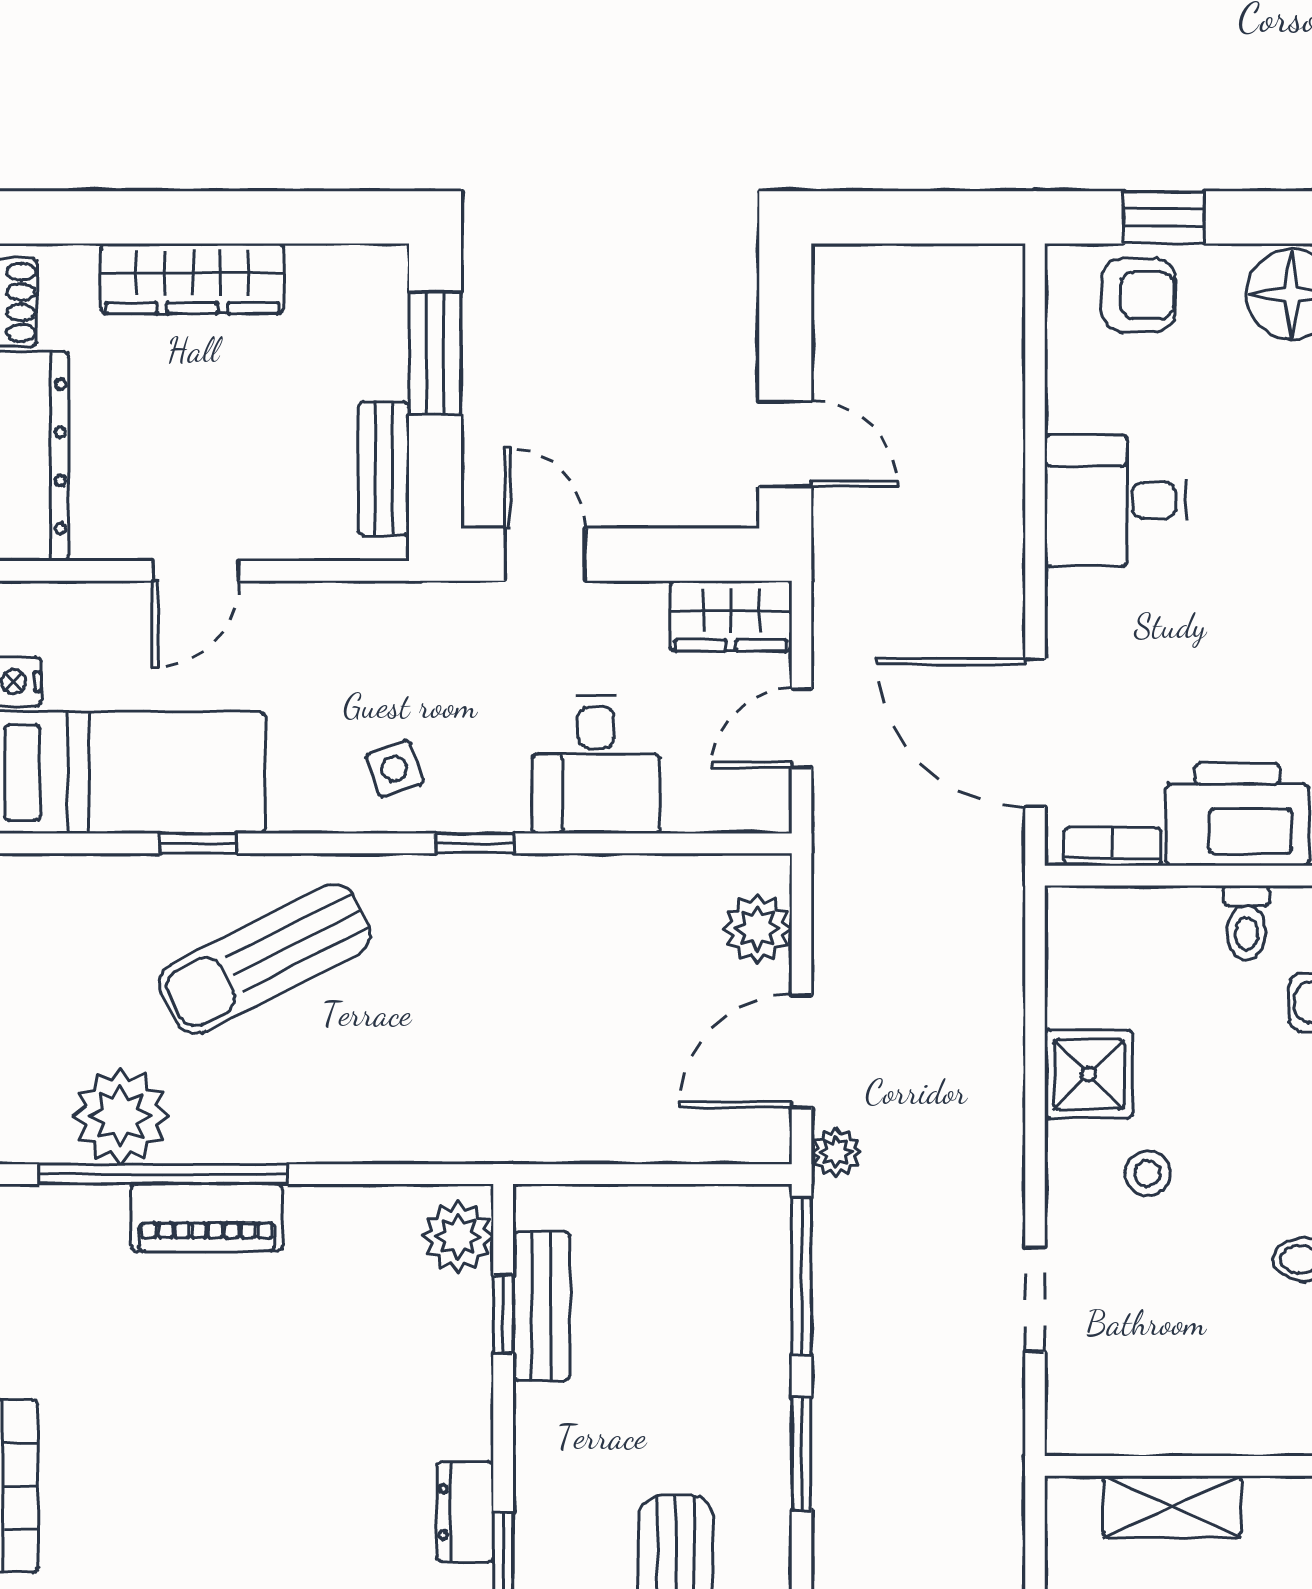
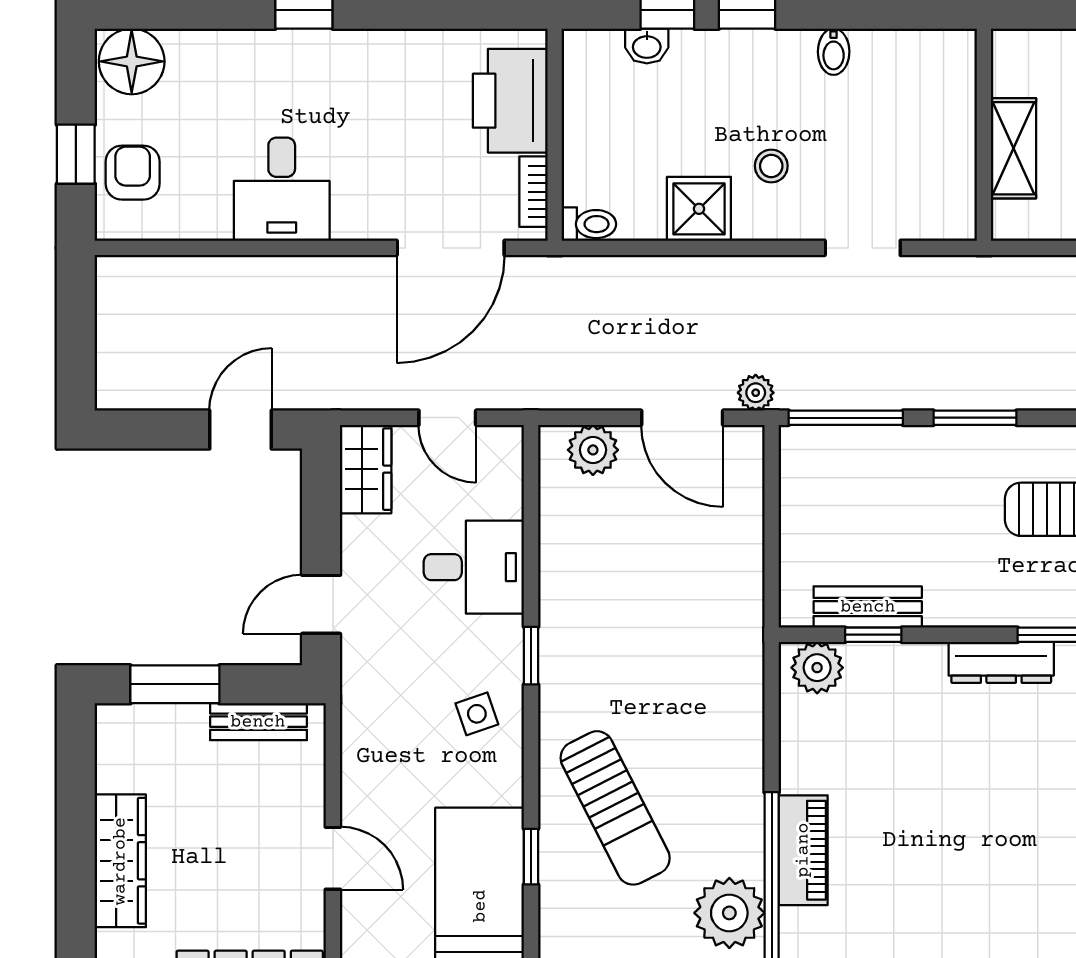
toilet: (1246, 923) -> (589, 224), moved
dresser: (465, 1512) -> (1001, 662), width x1.44

